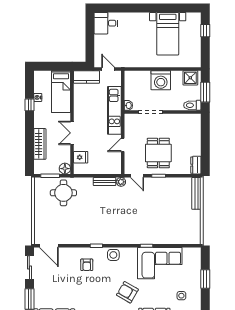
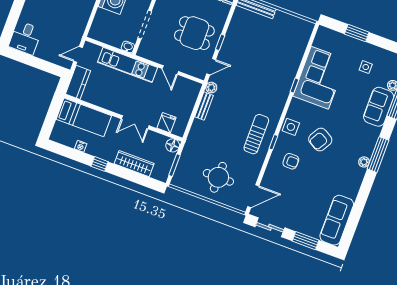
window: (29, 105) -> (100, 164), moved
round table: (63, 193) -> (218, 177), moved
sun lounger: (98, 230) -> (256, 134), added
armchair: (127, 292) -> (320, 139), moved

